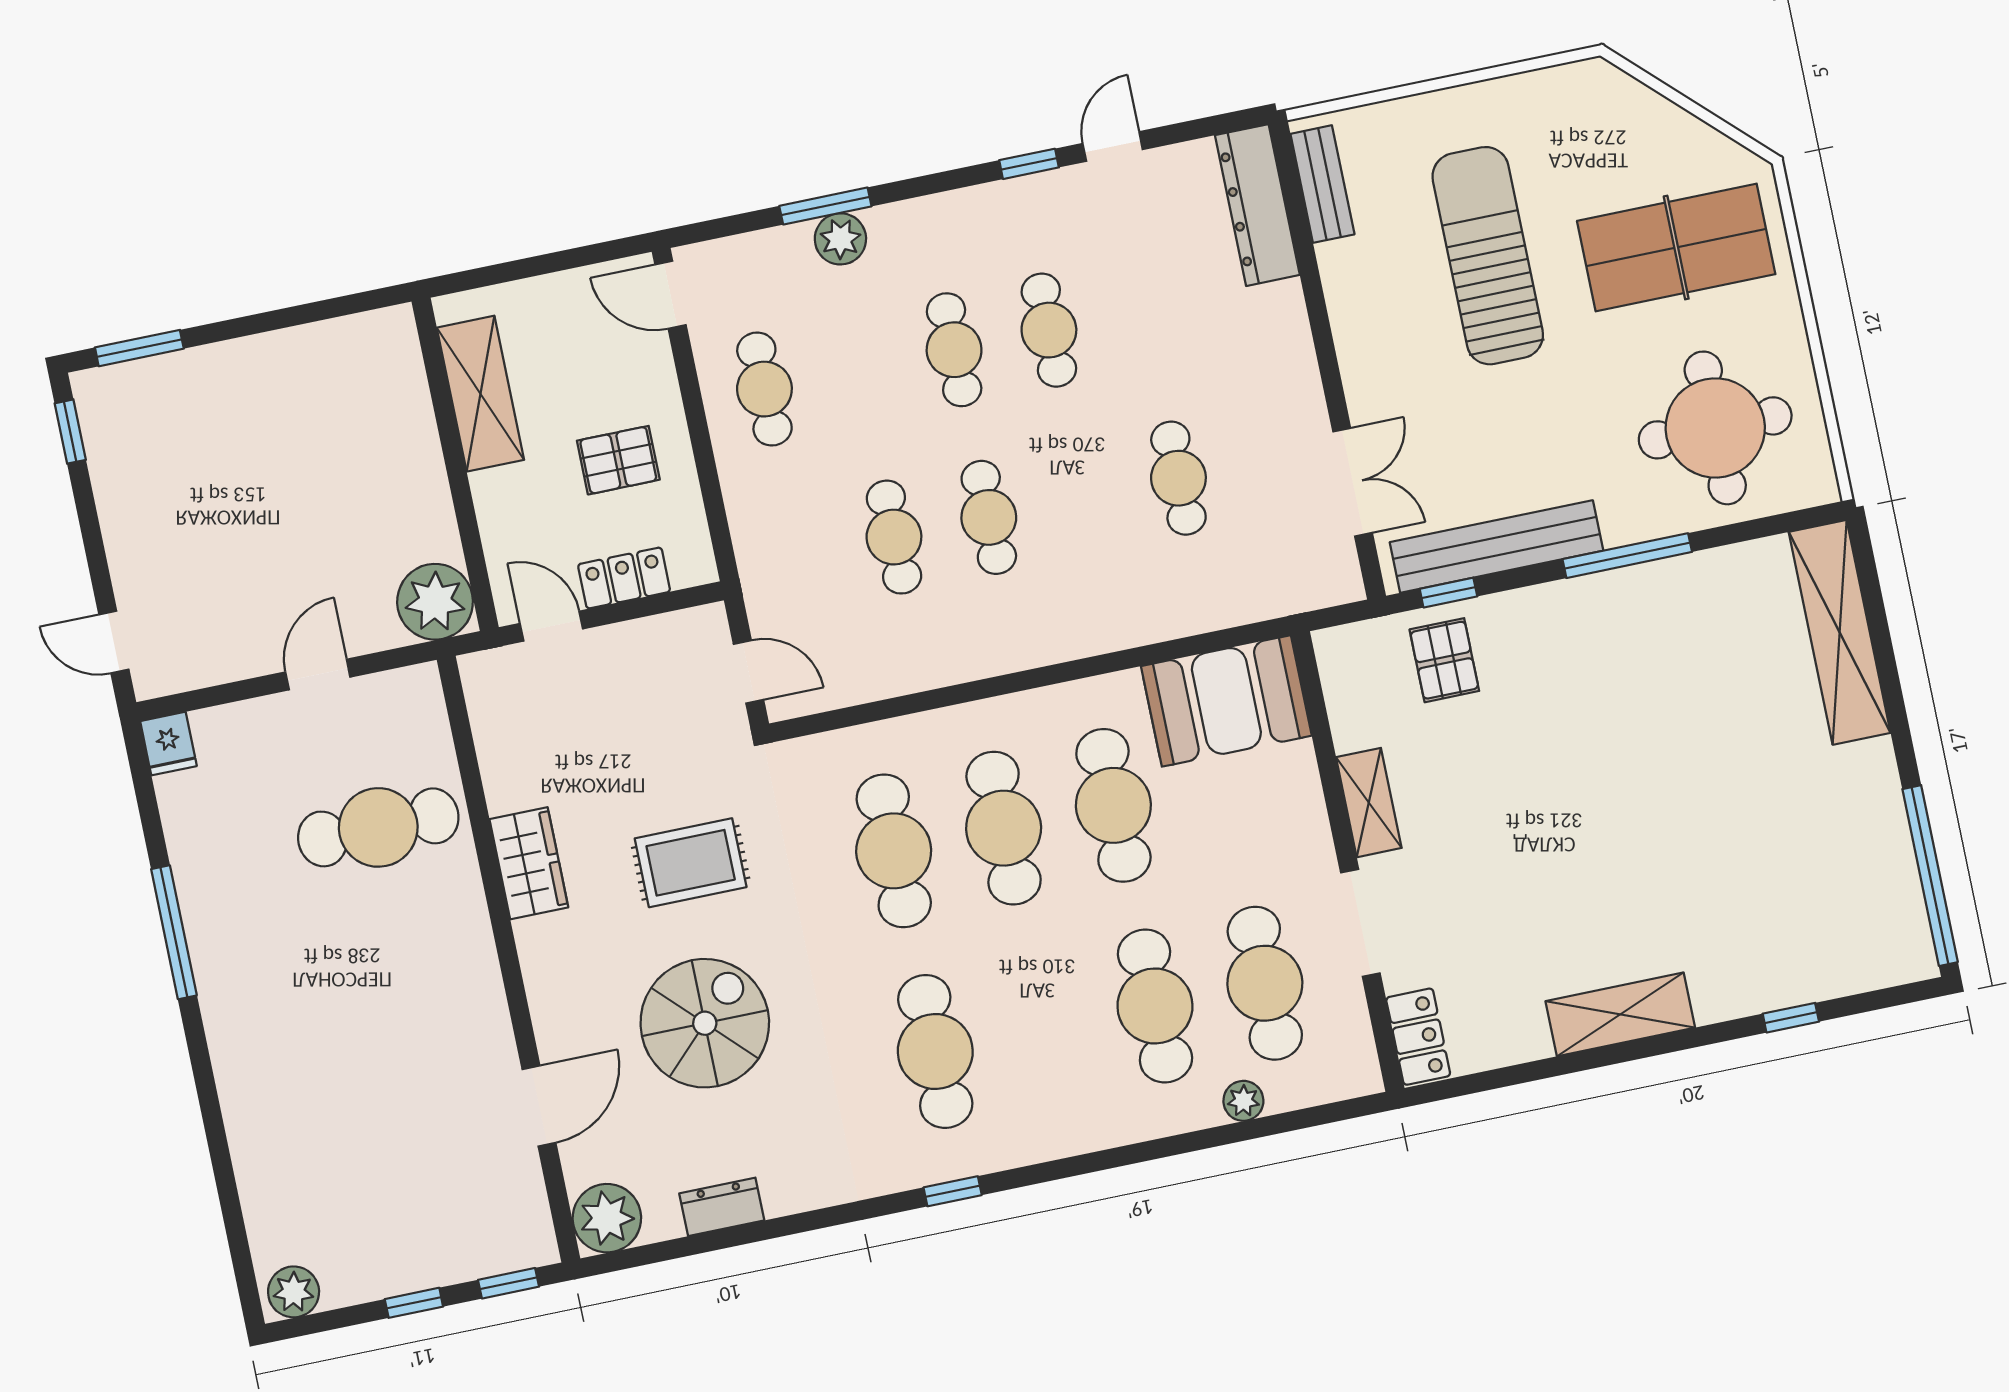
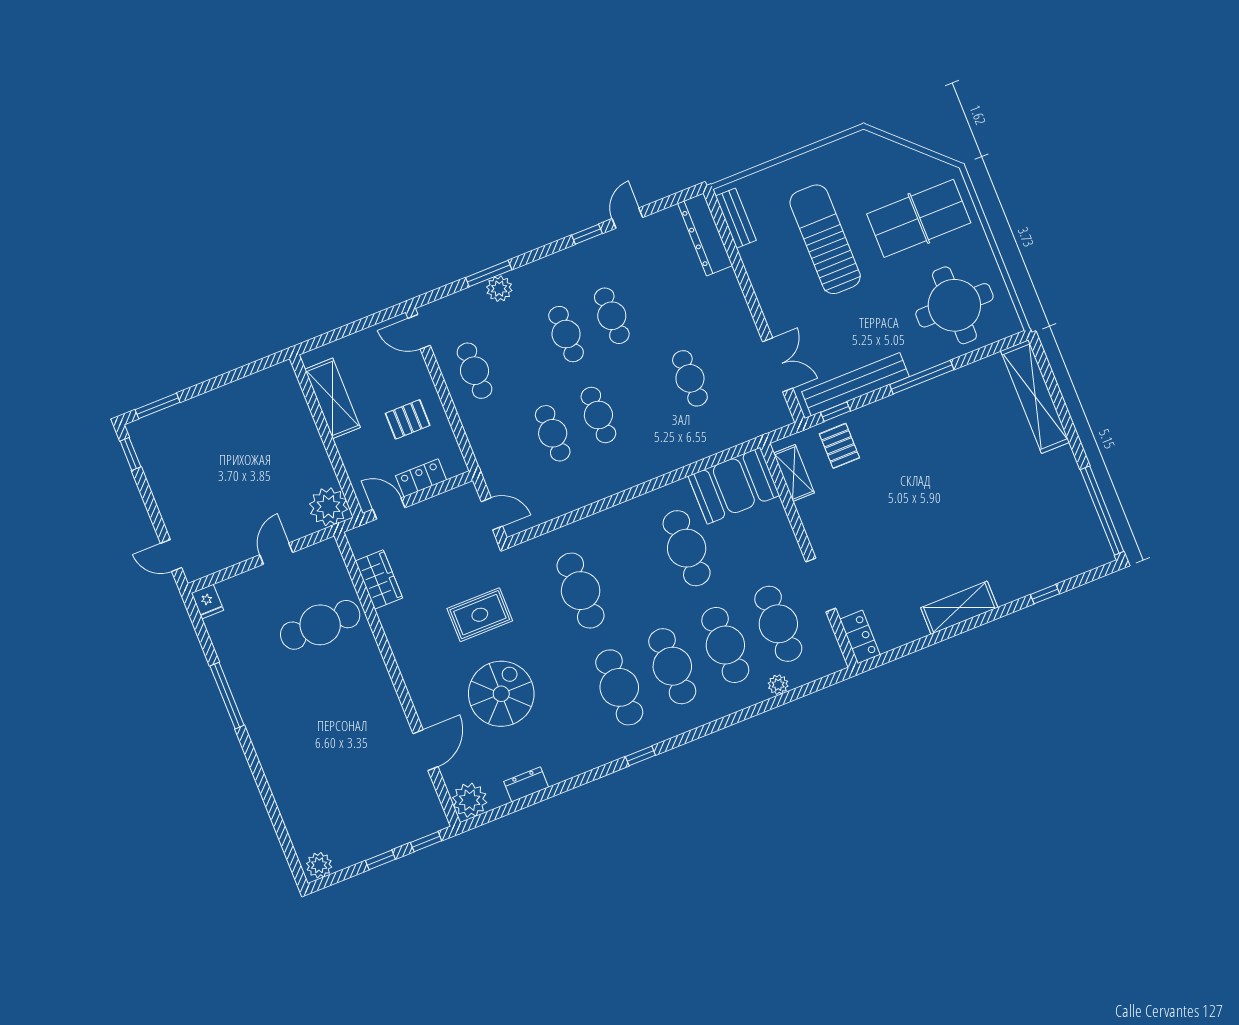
shelving: (1369, 803) -> (794, 473), moved
cafe table: (1004, 828) -> (672, 666), moved
wardrobe: (529, 863) -> (379, 579), moved

